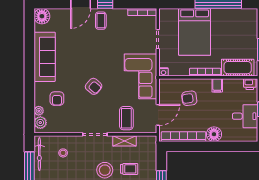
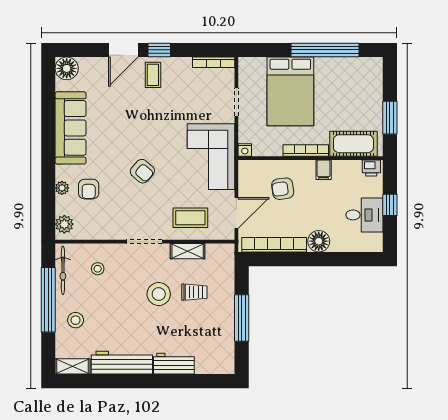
plant: (39, 111) -> (62, 188), moved
coffee table: (126, 118) -> (190, 218), turned 90

